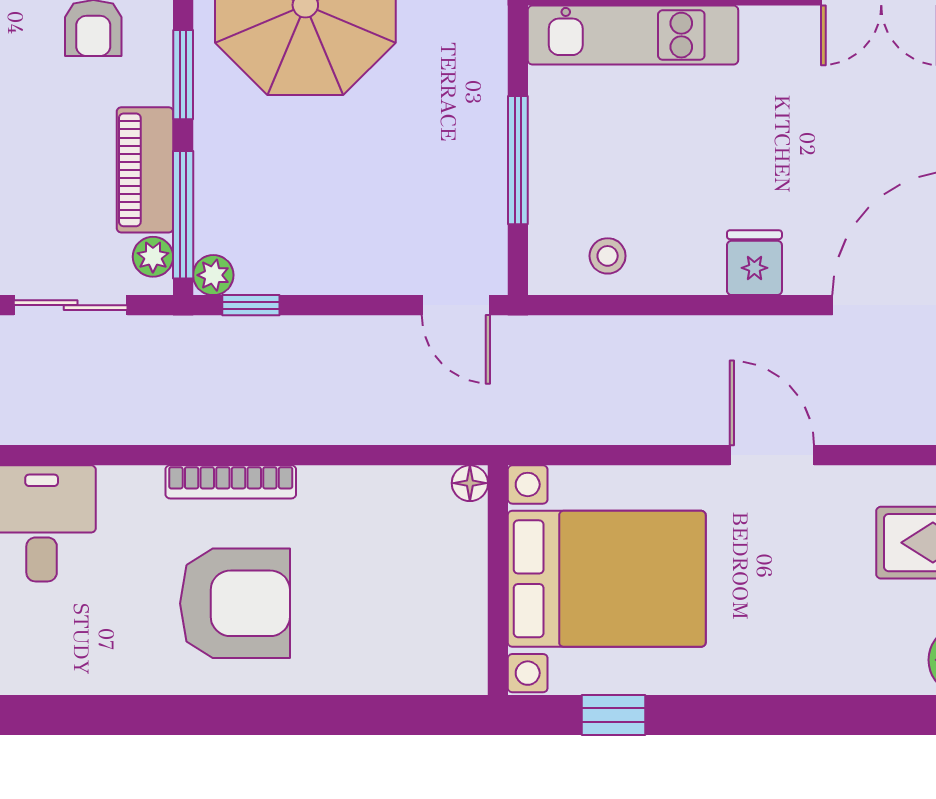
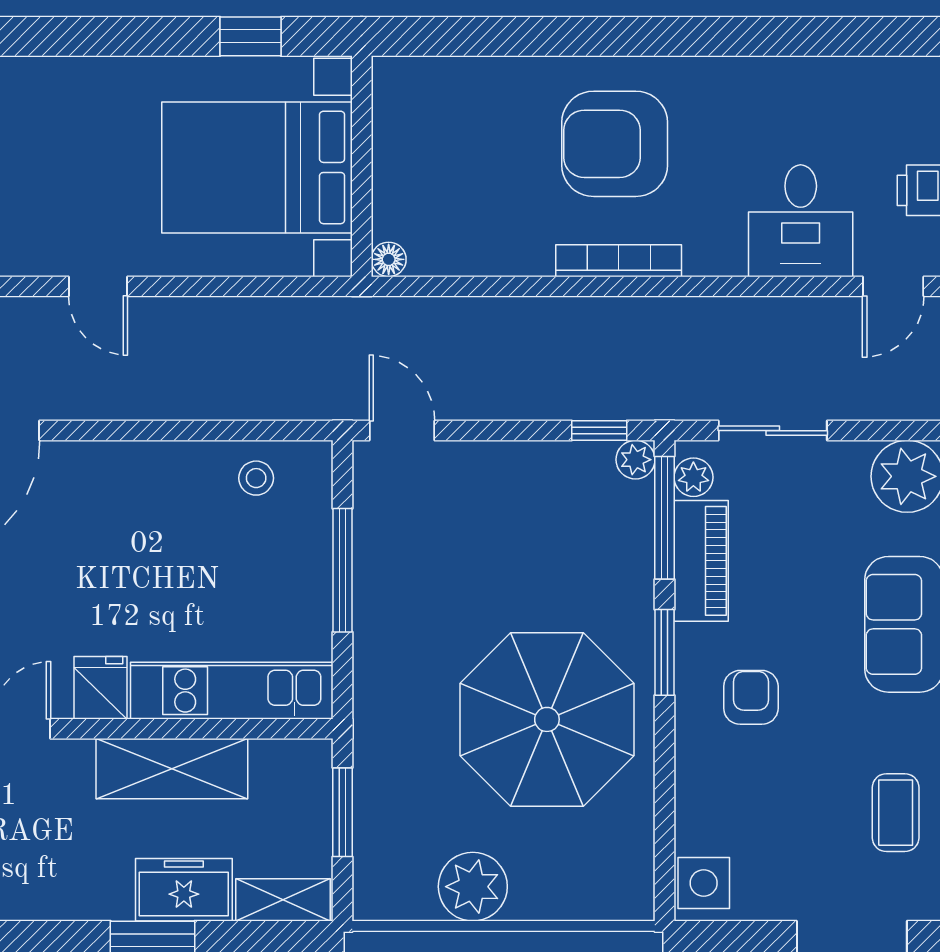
fridge: (754, 263) -> (101, 688), moved, turned 180
door: (772, 455) -> (98, 286), width x0.73

